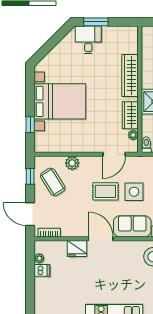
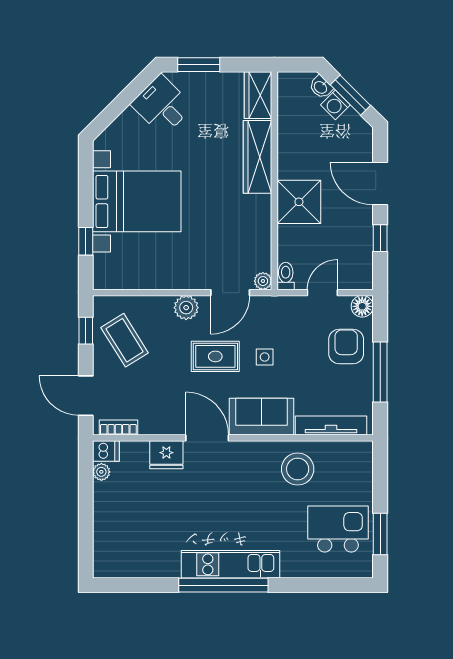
desk: (88, 40) -> (162, 105), moved, turned -45
wardrobe: (130, 115) -> (258, 95), moved
plant: (133, 135) -> (263, 281), moved
plant: (72, 163) -> (186, 308), moved
side table: (134, 192) -> (265, 357), width x0.54, depth x0.54
dishwasher: (42, 270) -> (106, 451), moved

